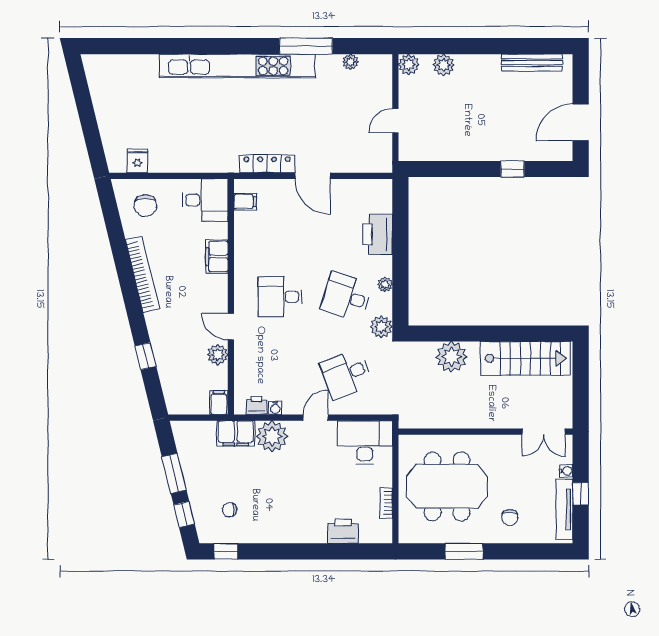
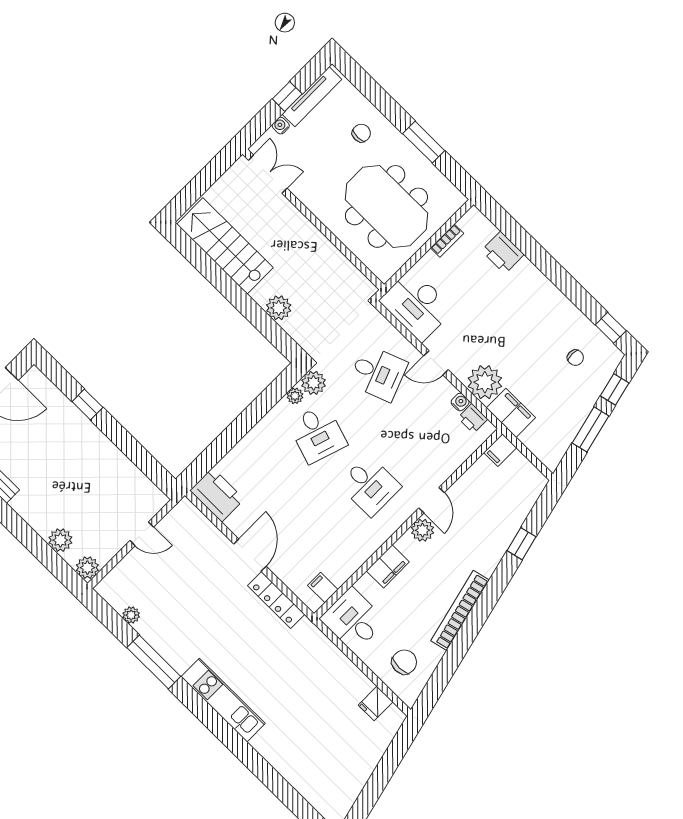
kitchen unit: (237, 66) -> (223, 700), width x0.54
printer: (378, 234) -> (217, 495), moved, turned -90
plant: (385, 284) -> (295, 396), moved
plant: (218, 355) -> (422, 530), moved
plant: (451, 357) -> (279, 308), width x0.73, depth x0.73

